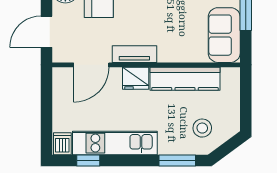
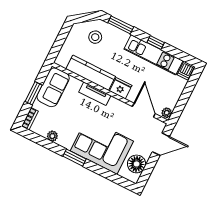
tv unit: (134, 54) -> (95, 94), moved
door: (91, 65) -> (144, 110), hinge flipped
plant: (60, 76) -> (167, 113), added
window: (88, 161) -> (156, 43), moved

